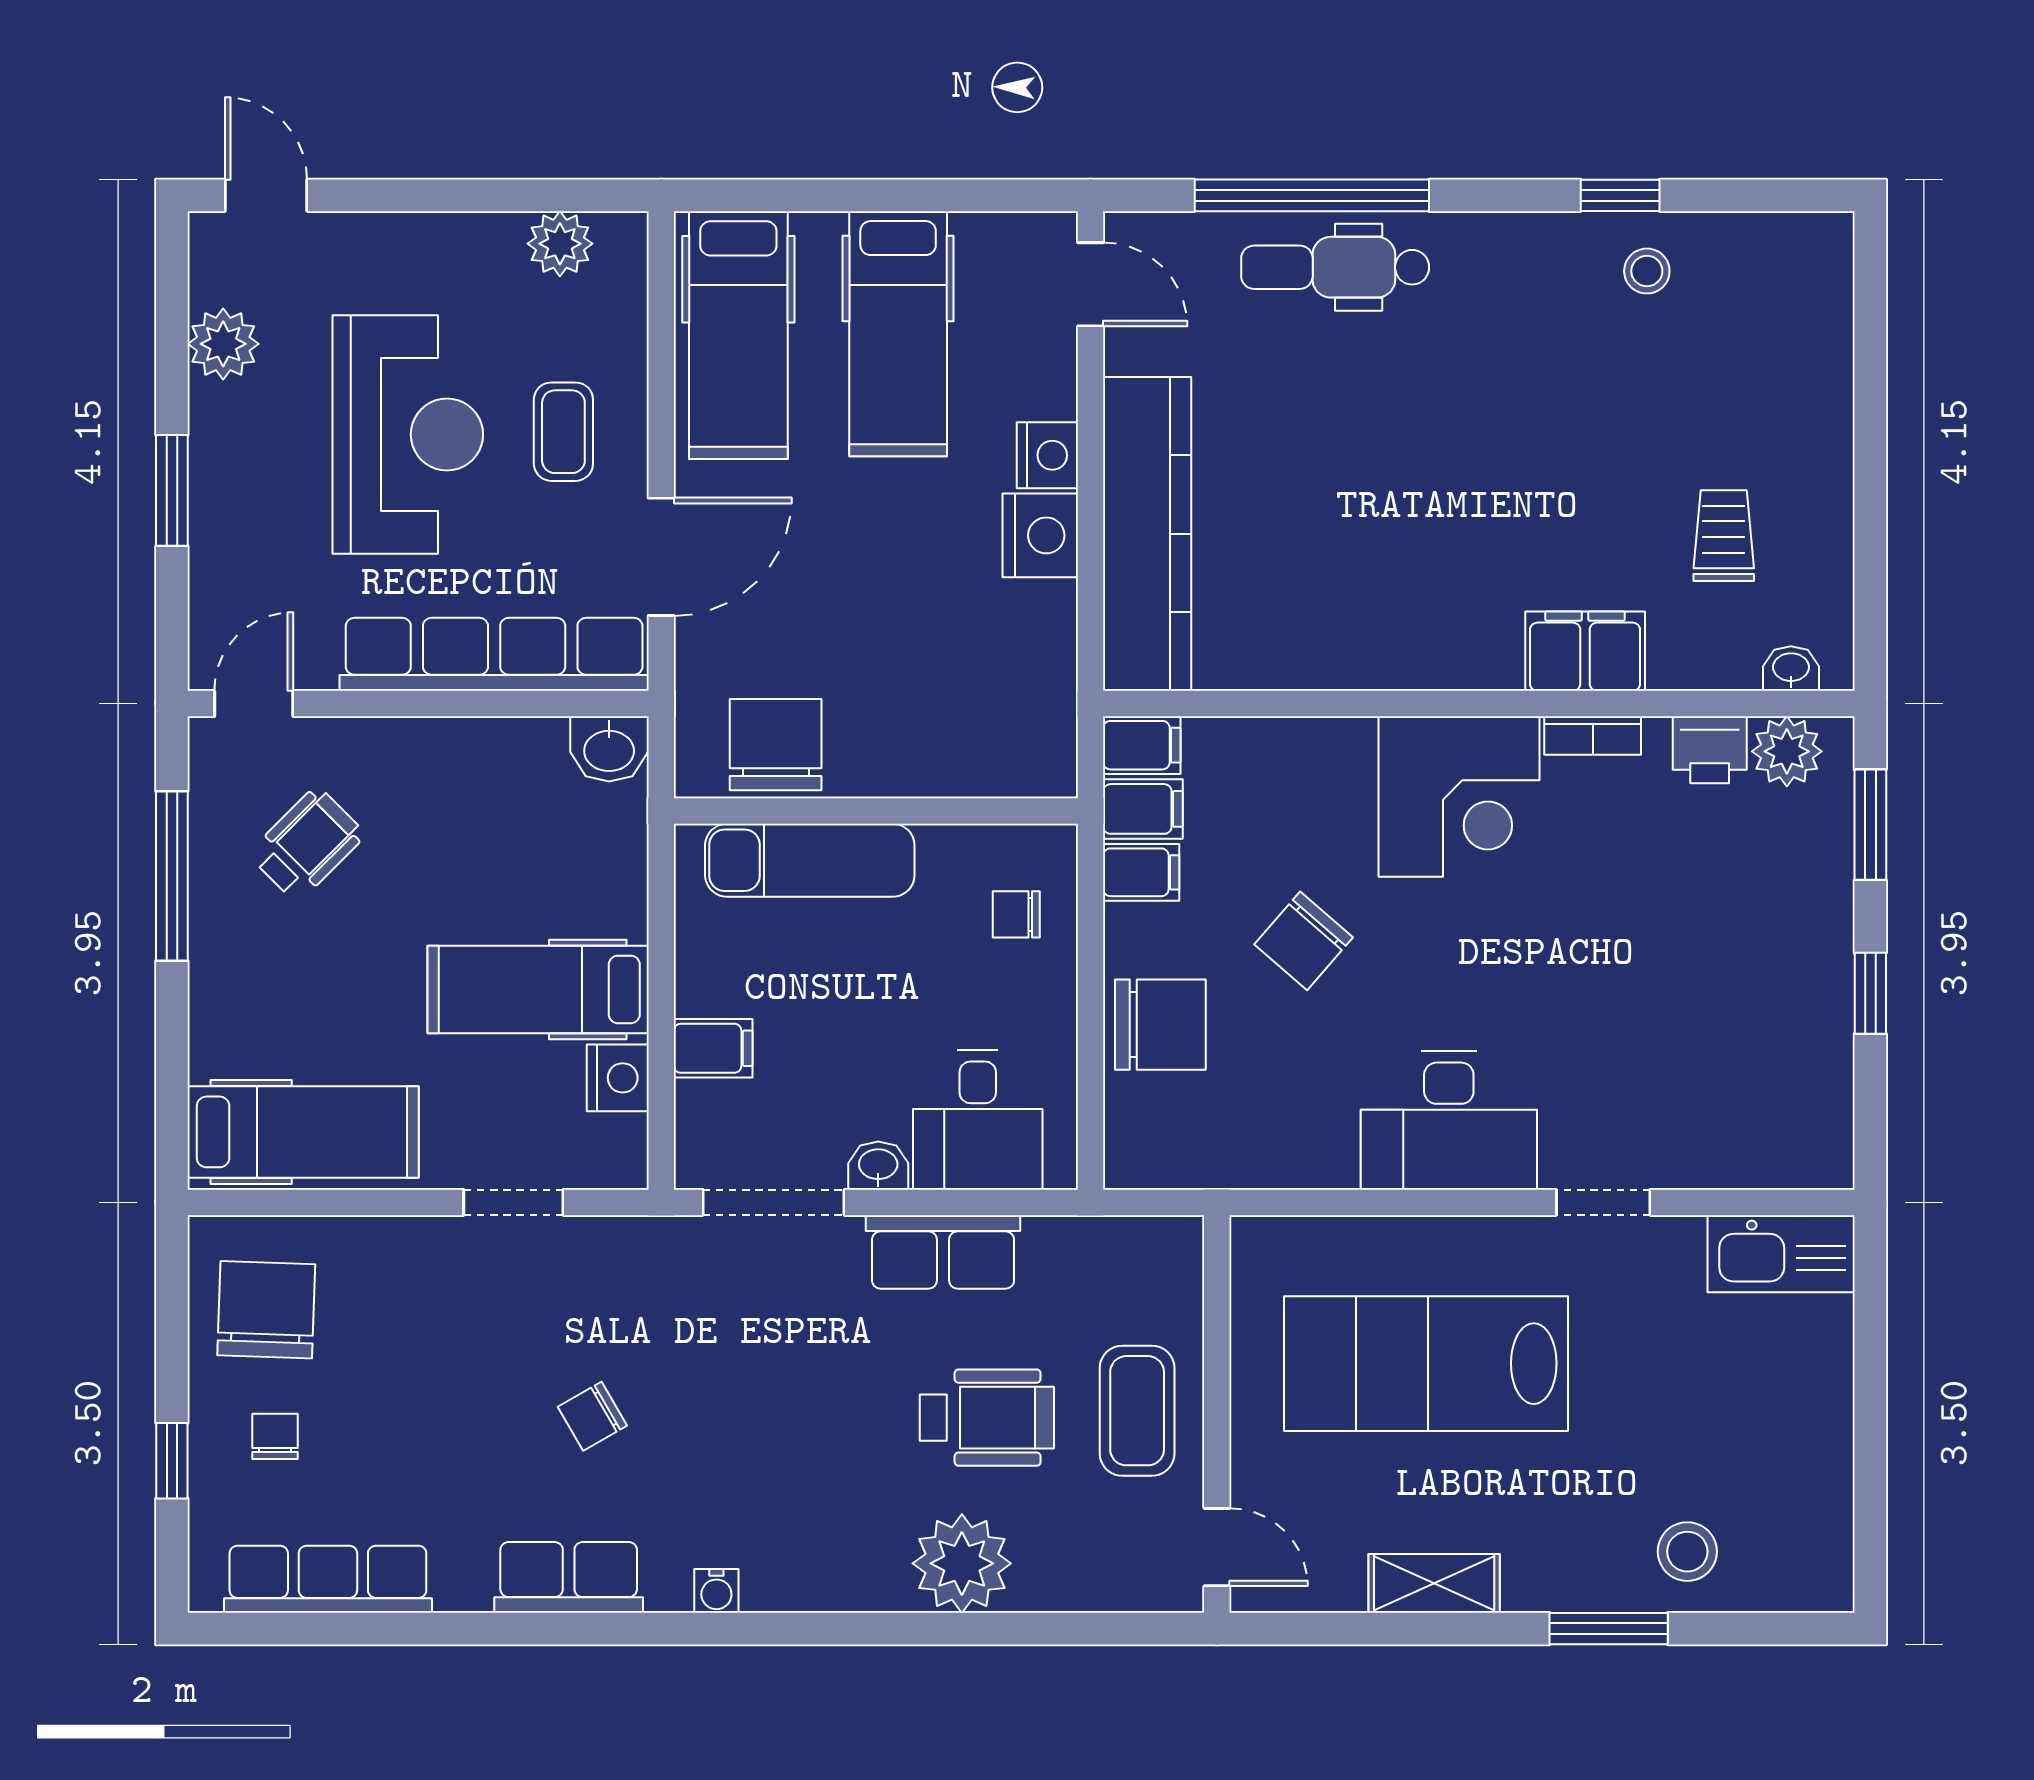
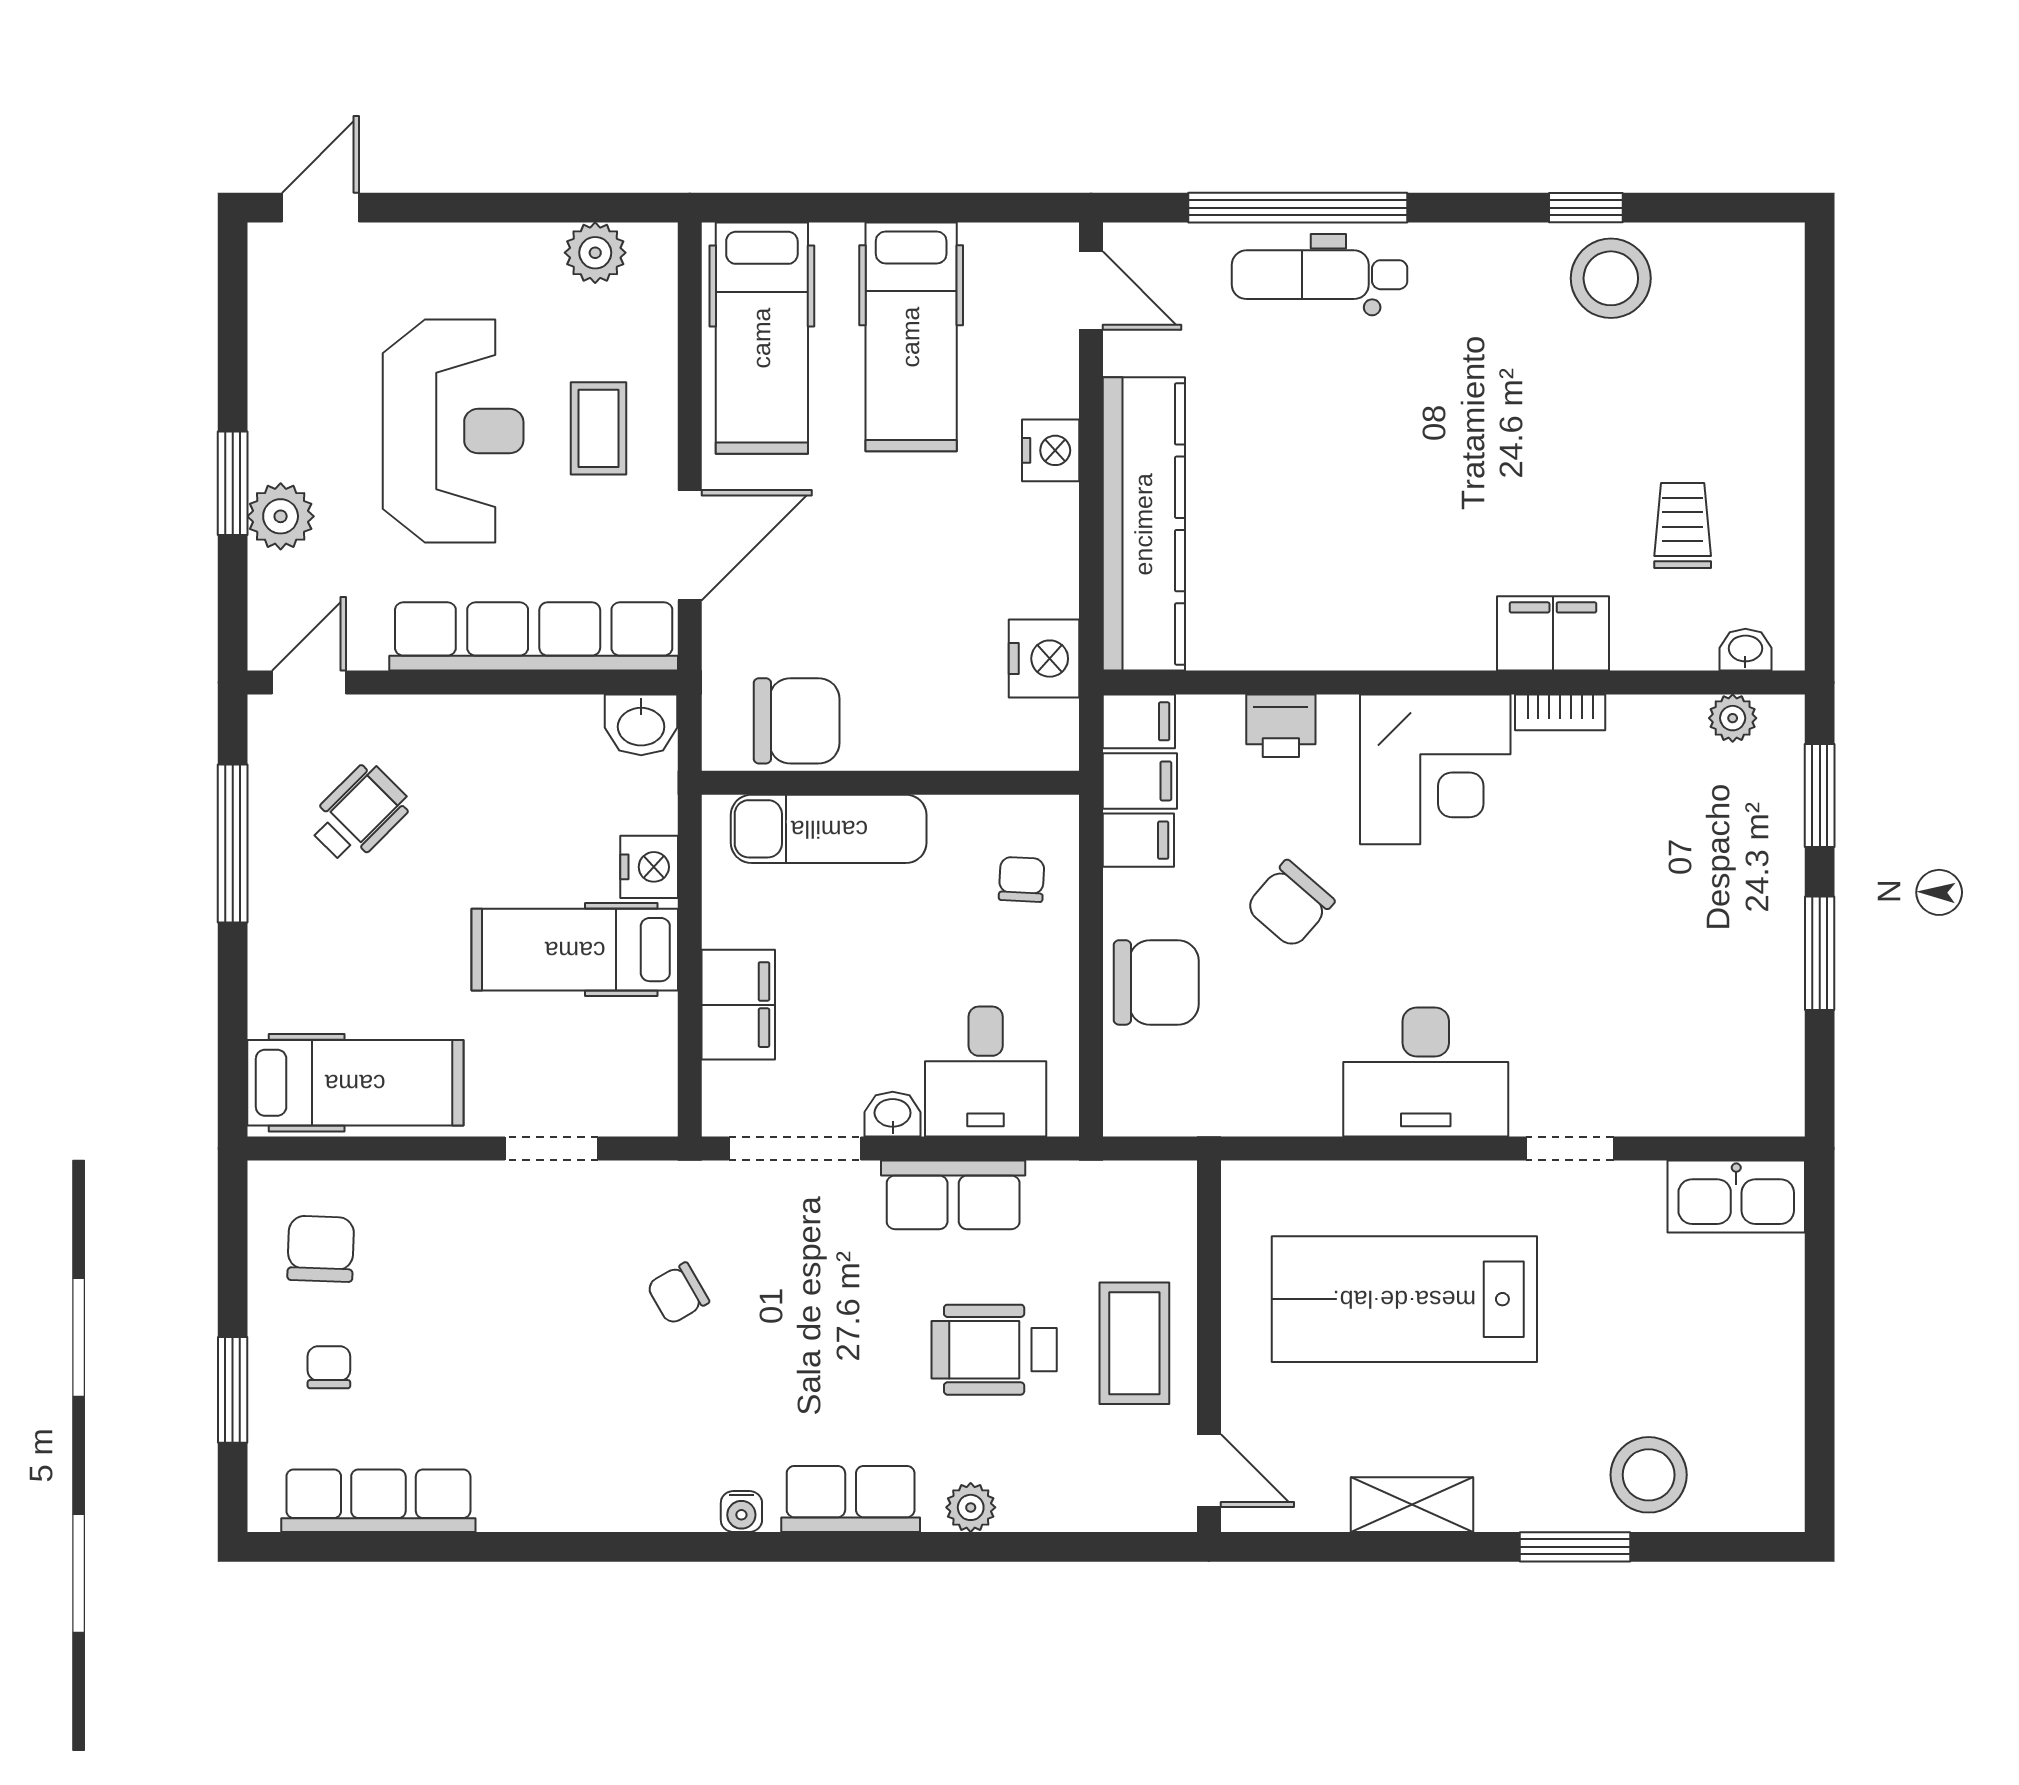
door: (266, 195) -> (321, 208), hinge flipped
stool: (1647, 271) -> (1611, 278), width x1.89, depth x1.89
plant: (223, 344) -> (281, 516), moved
nightstand: (1040, 535) -> (1044, 659), moved
chair: (776, 745) -> (797, 721), turned 90
printer: (1710, 750) -> (1281, 726), moved
plant: (1787, 751) -> (1733, 718), width x0.73, depth x0.73
chair: (1016, 914) -> (1022, 879), turned 93
window: (1870, 993) -> (1820, 953), width x1.50
filing cabinet: (713, 1048) -> (738, 1005), width x2.00
nightstand: (618, 1078) -> (649, 867), moved
chair: (266, 1310) -> (321, 1249), width x0.73, depth x0.73
chair: (592, 1416) -> (678, 1293), moved
wheelchair: (987, 1418) -> (994, 1350), turned 180
window: (172, 1461) -> (233, 1390), width x1.50
stool: (1687, 1552) -> (1649, 1475), width x1.38, depth x1.38
plant: (962, 1563) -> (971, 1507), width x0.53, depth x0.53
row of seats: (569, 1577) -> (851, 1499), moved

